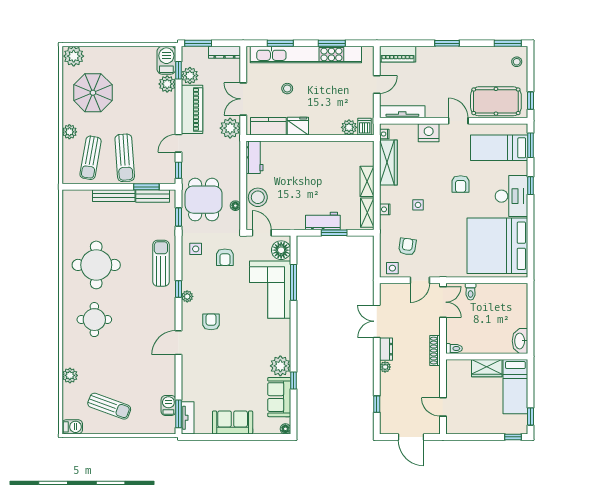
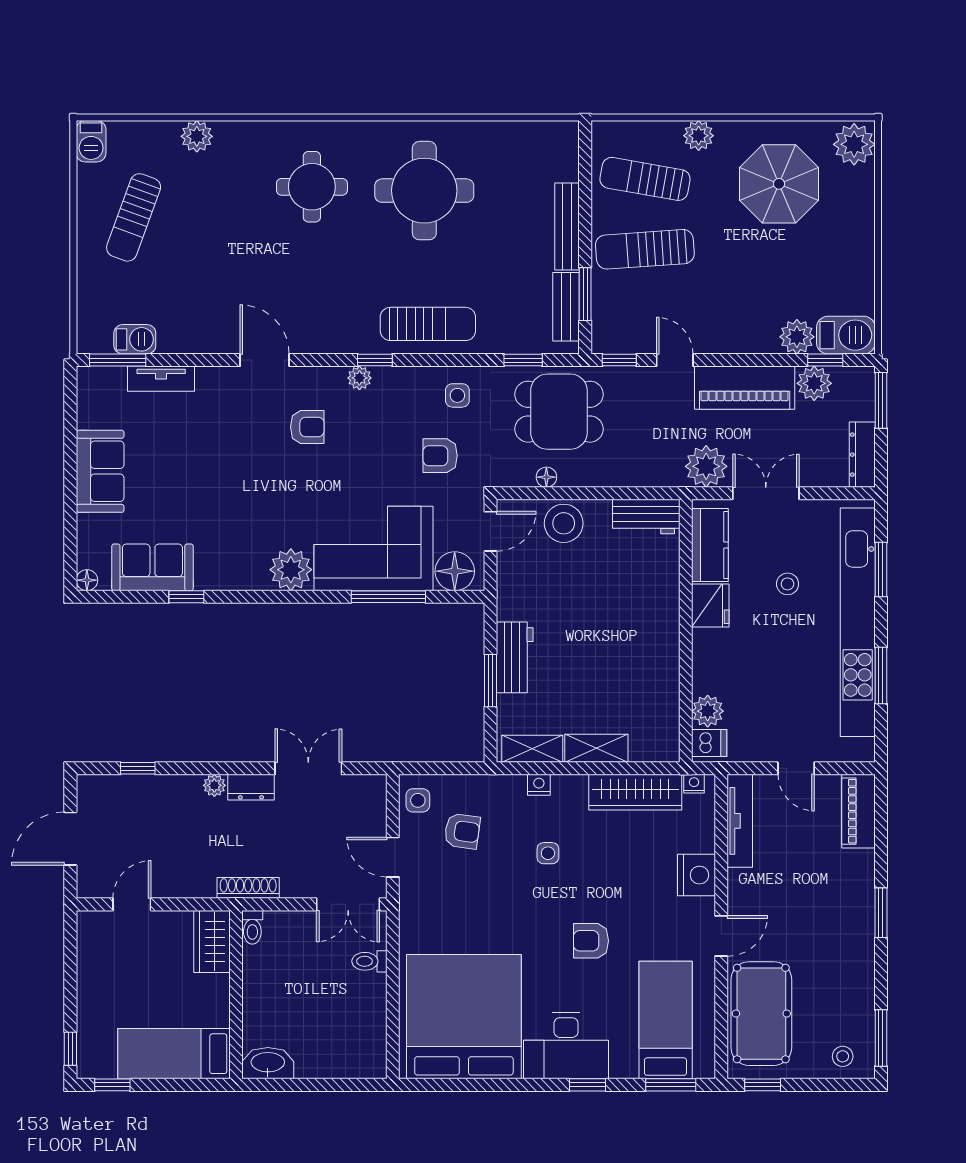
plant: (280, 366) -> (291, 570), moved
wardrobe: (487, 368) -> (212, 941), moved
tv unit: (188, 418) -> (161, 379), moved

